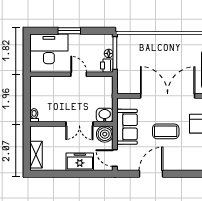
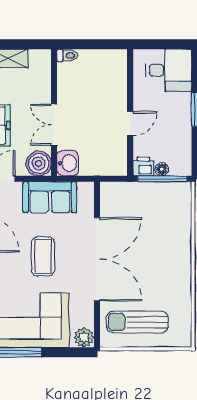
desk: (49, 49) -> (169, 70), width x0.73

